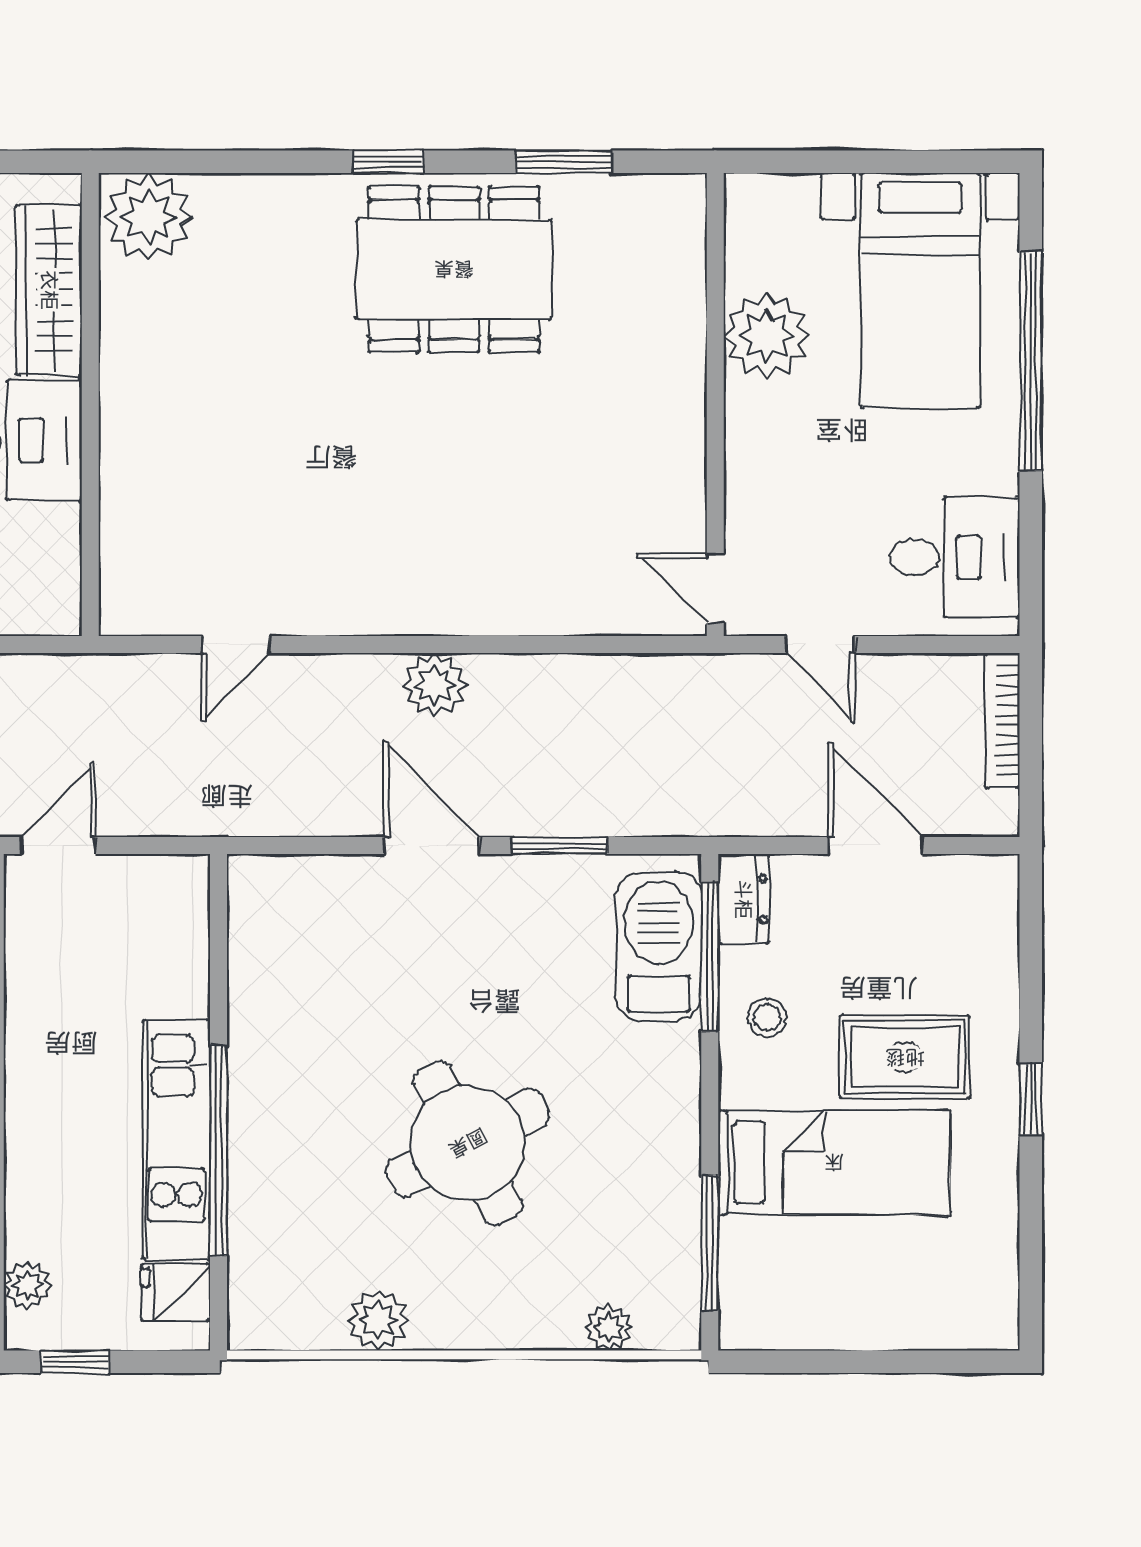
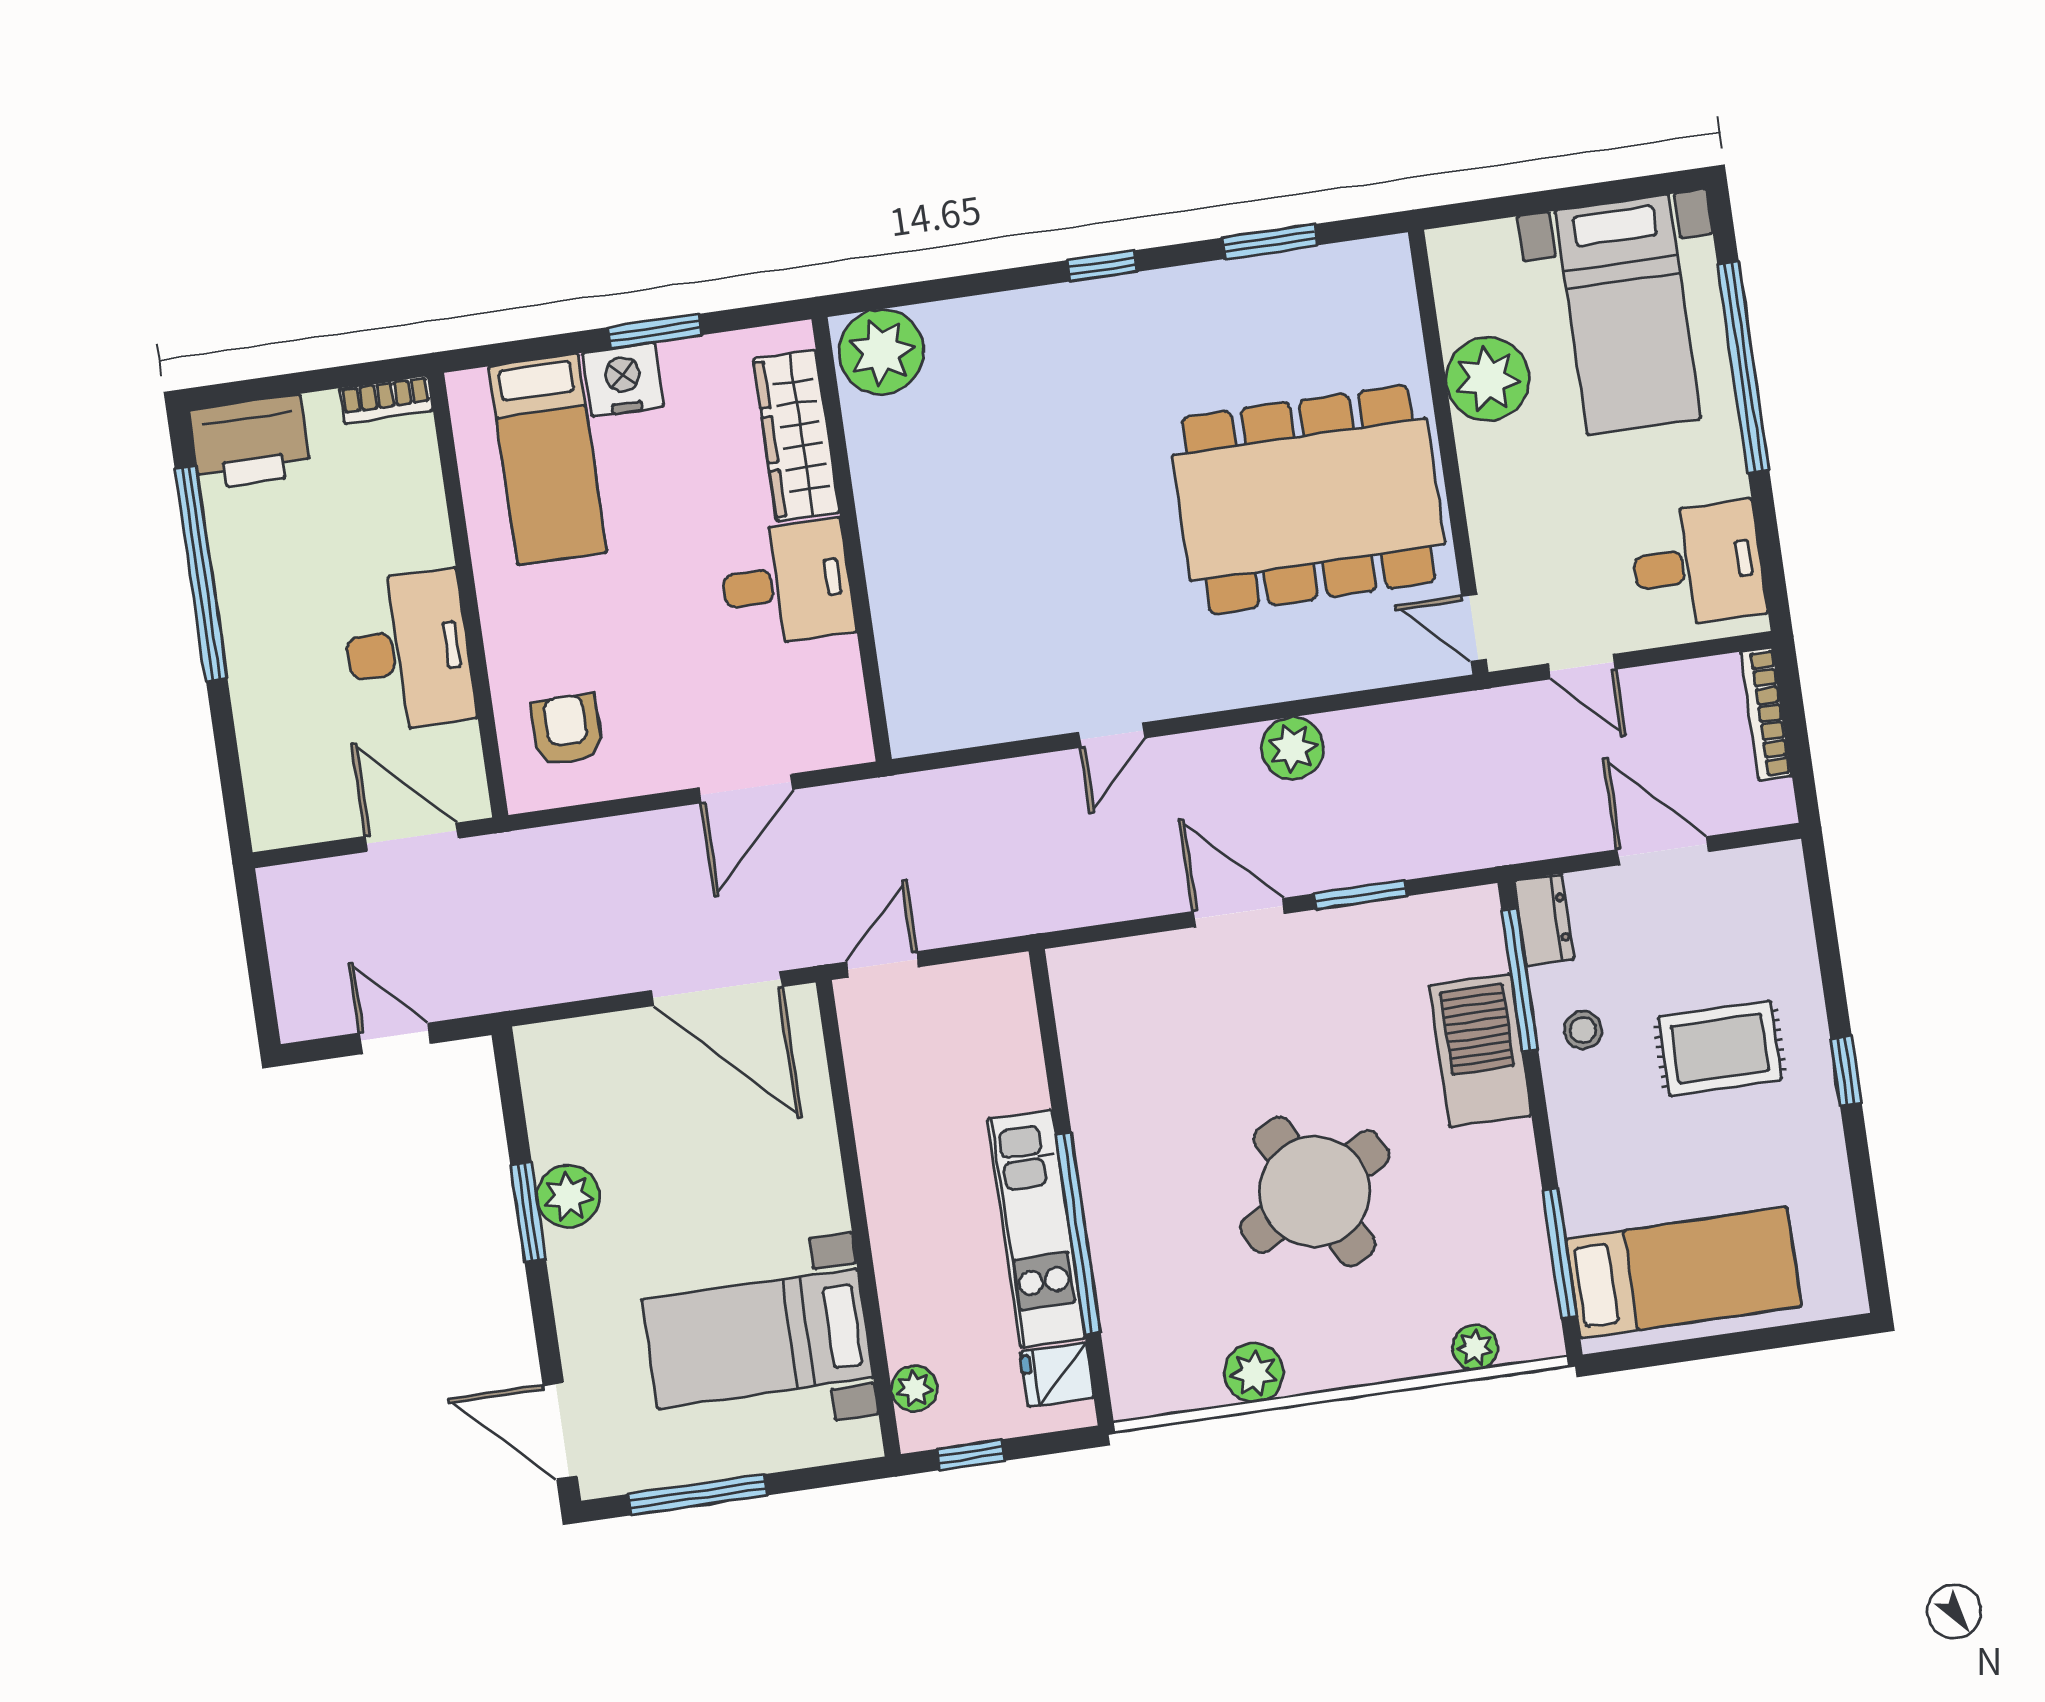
dining table: (454, 269) -> (1309, 500), moved, width x1.36, depth x1.24
door: (236, 645) -> (1112, 735), moved
plant: (435, 685) -> (1293, 748), moved
barbecue: (659, 946) -> (1480, 1051), moved
bed: (834, 1162) -> (1684, 1273), moved

